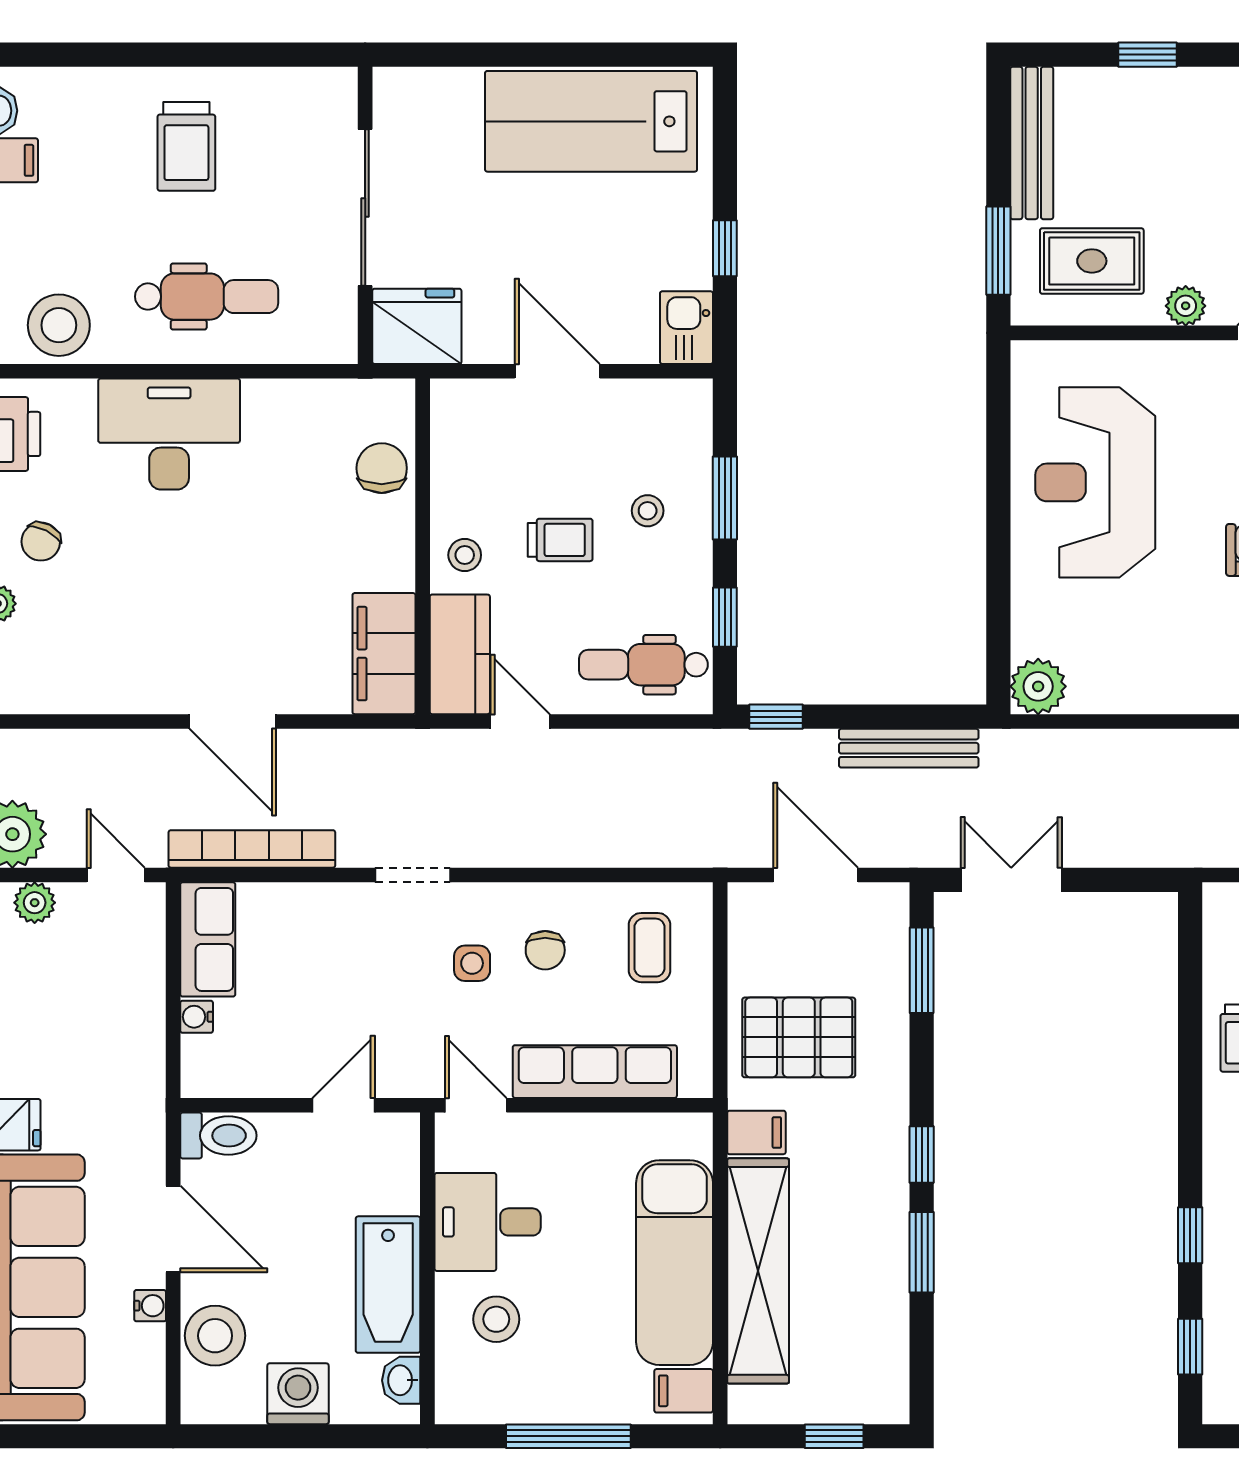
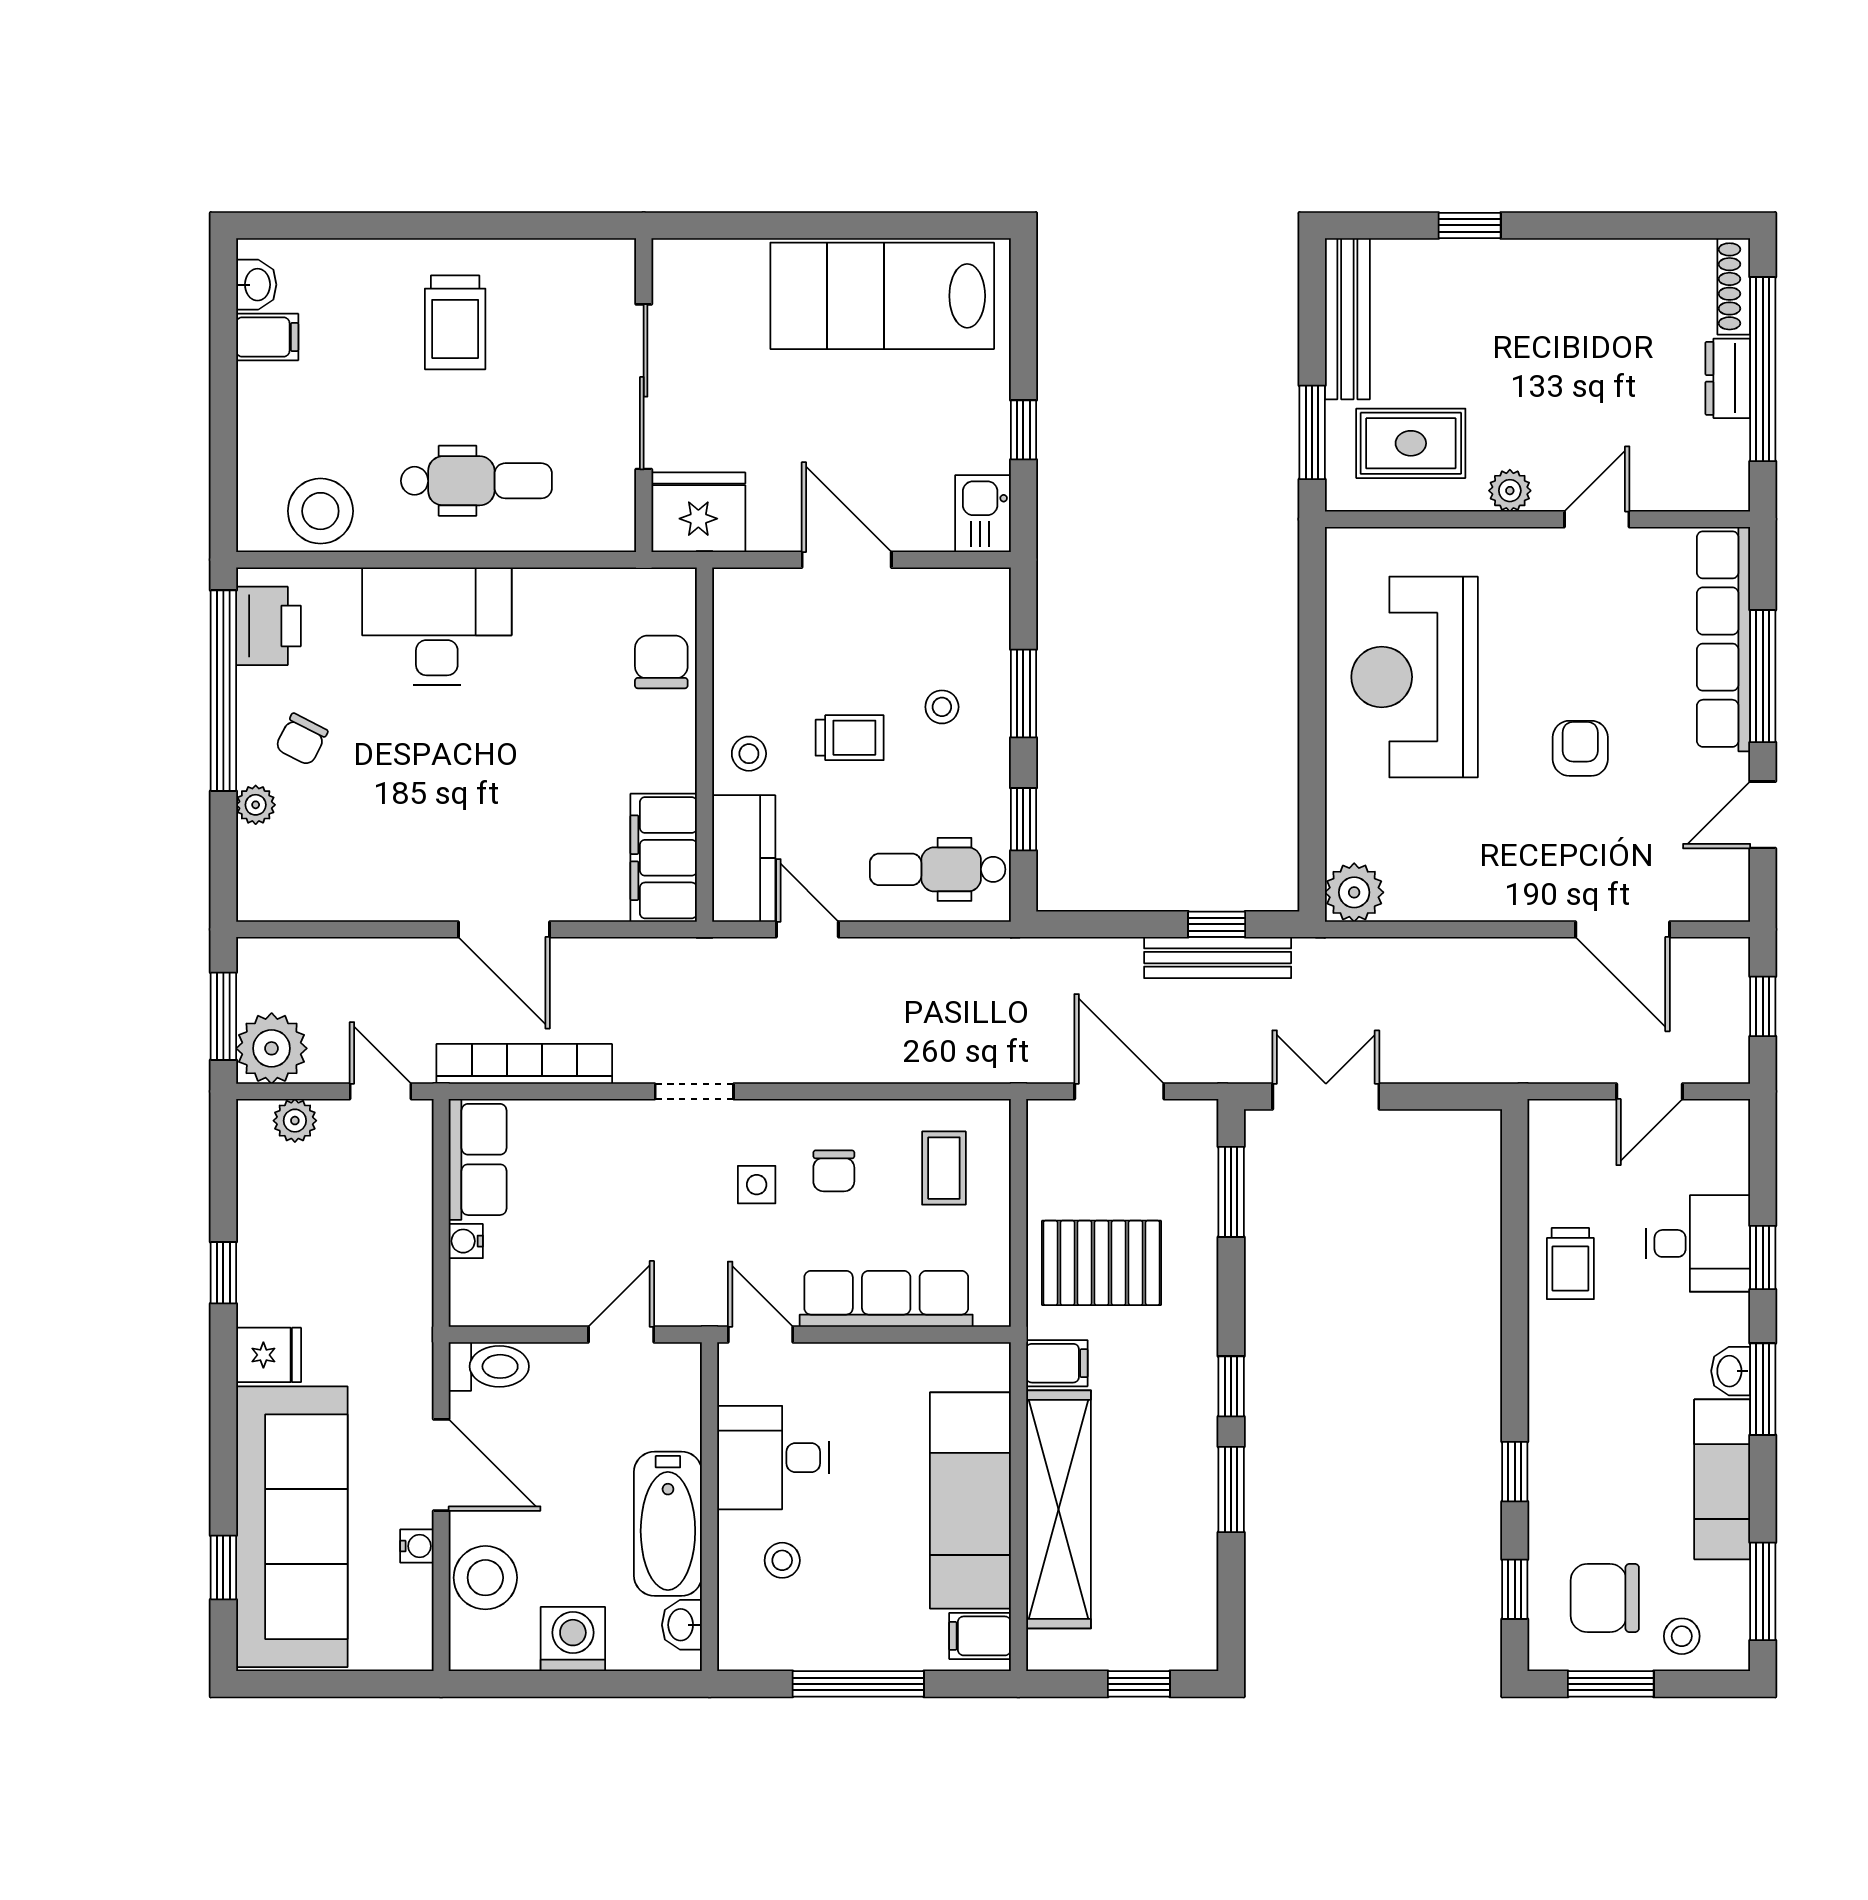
window: (776, 717) -> (1217, 924), moved
stool: (496, 1319) -> (782, 1560), width x0.73, depth x0.73

